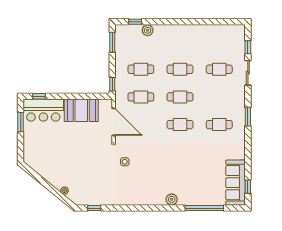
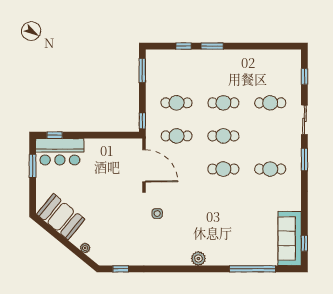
window: (135, 22) -> (184, 46), moved
window: (171, 22) -> (212, 46), added
plant: (148, 30) -> (185, 56), removed
sliding door: (248, 73) -> (304, 120), moved
booth: (81, 110) -> (61, 217), moved, turned 39
plant: (172, 199) -> (198, 259), moved

